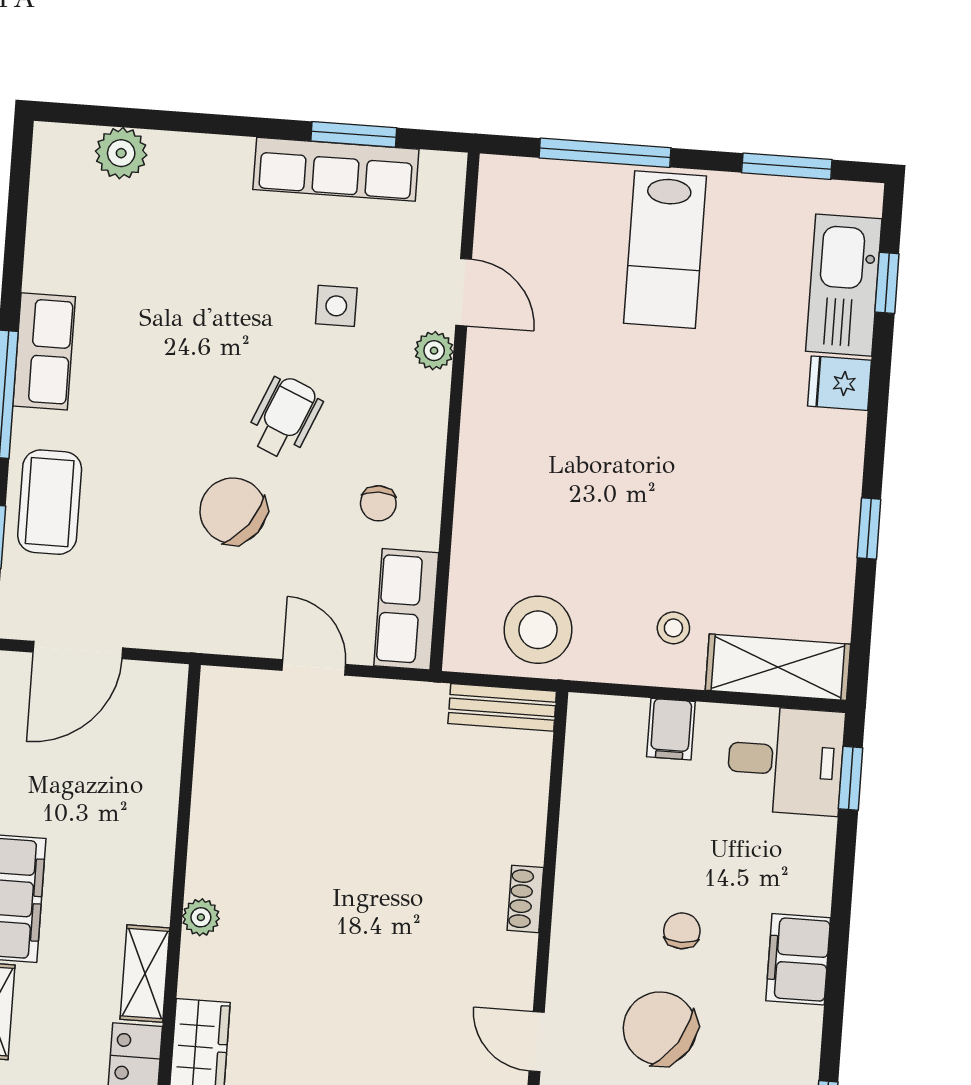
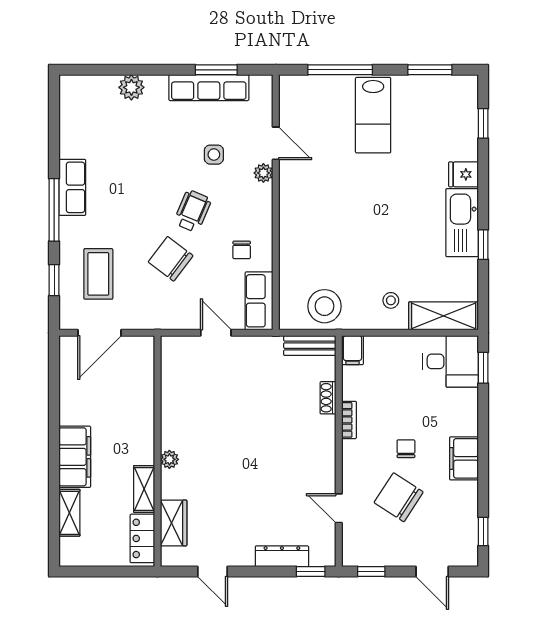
plant: (121, 153) -> (131, 87), moved
kitchen sink: (844, 285) -> (462, 223), moved
coffee table: (50, 502) -> (98, 274), moved
filing cabinet: (671, 729) -> (352, 350), moved
bookcase: (571, 864) -> (349, 420), added
shoe rack: (525, 899) -> (328, 398), moved

